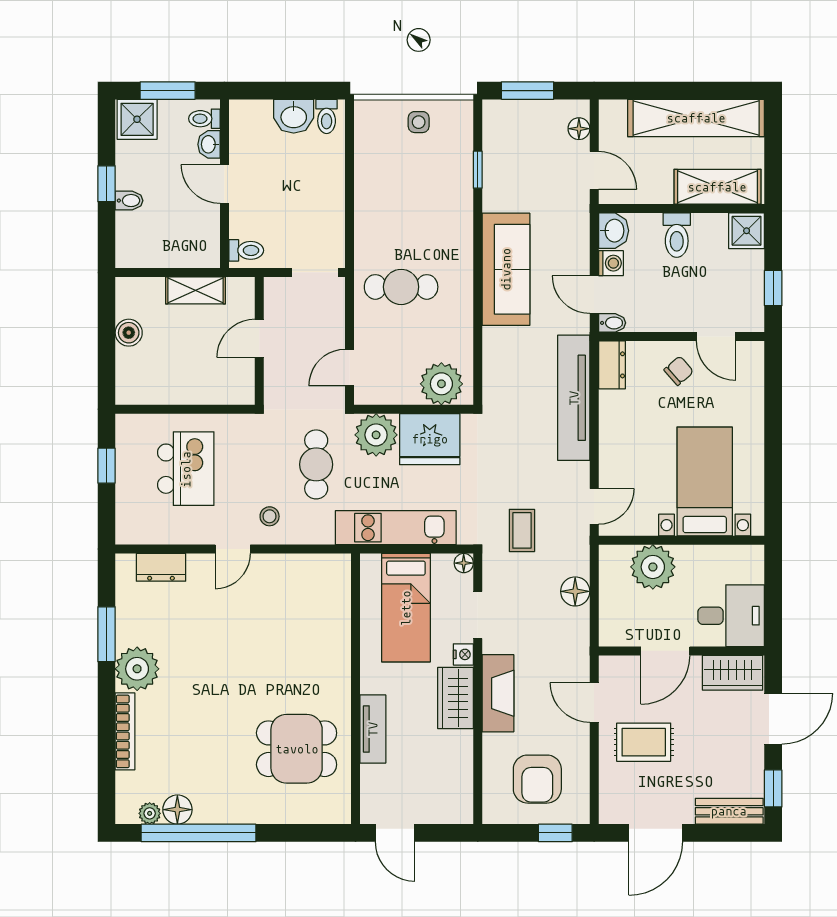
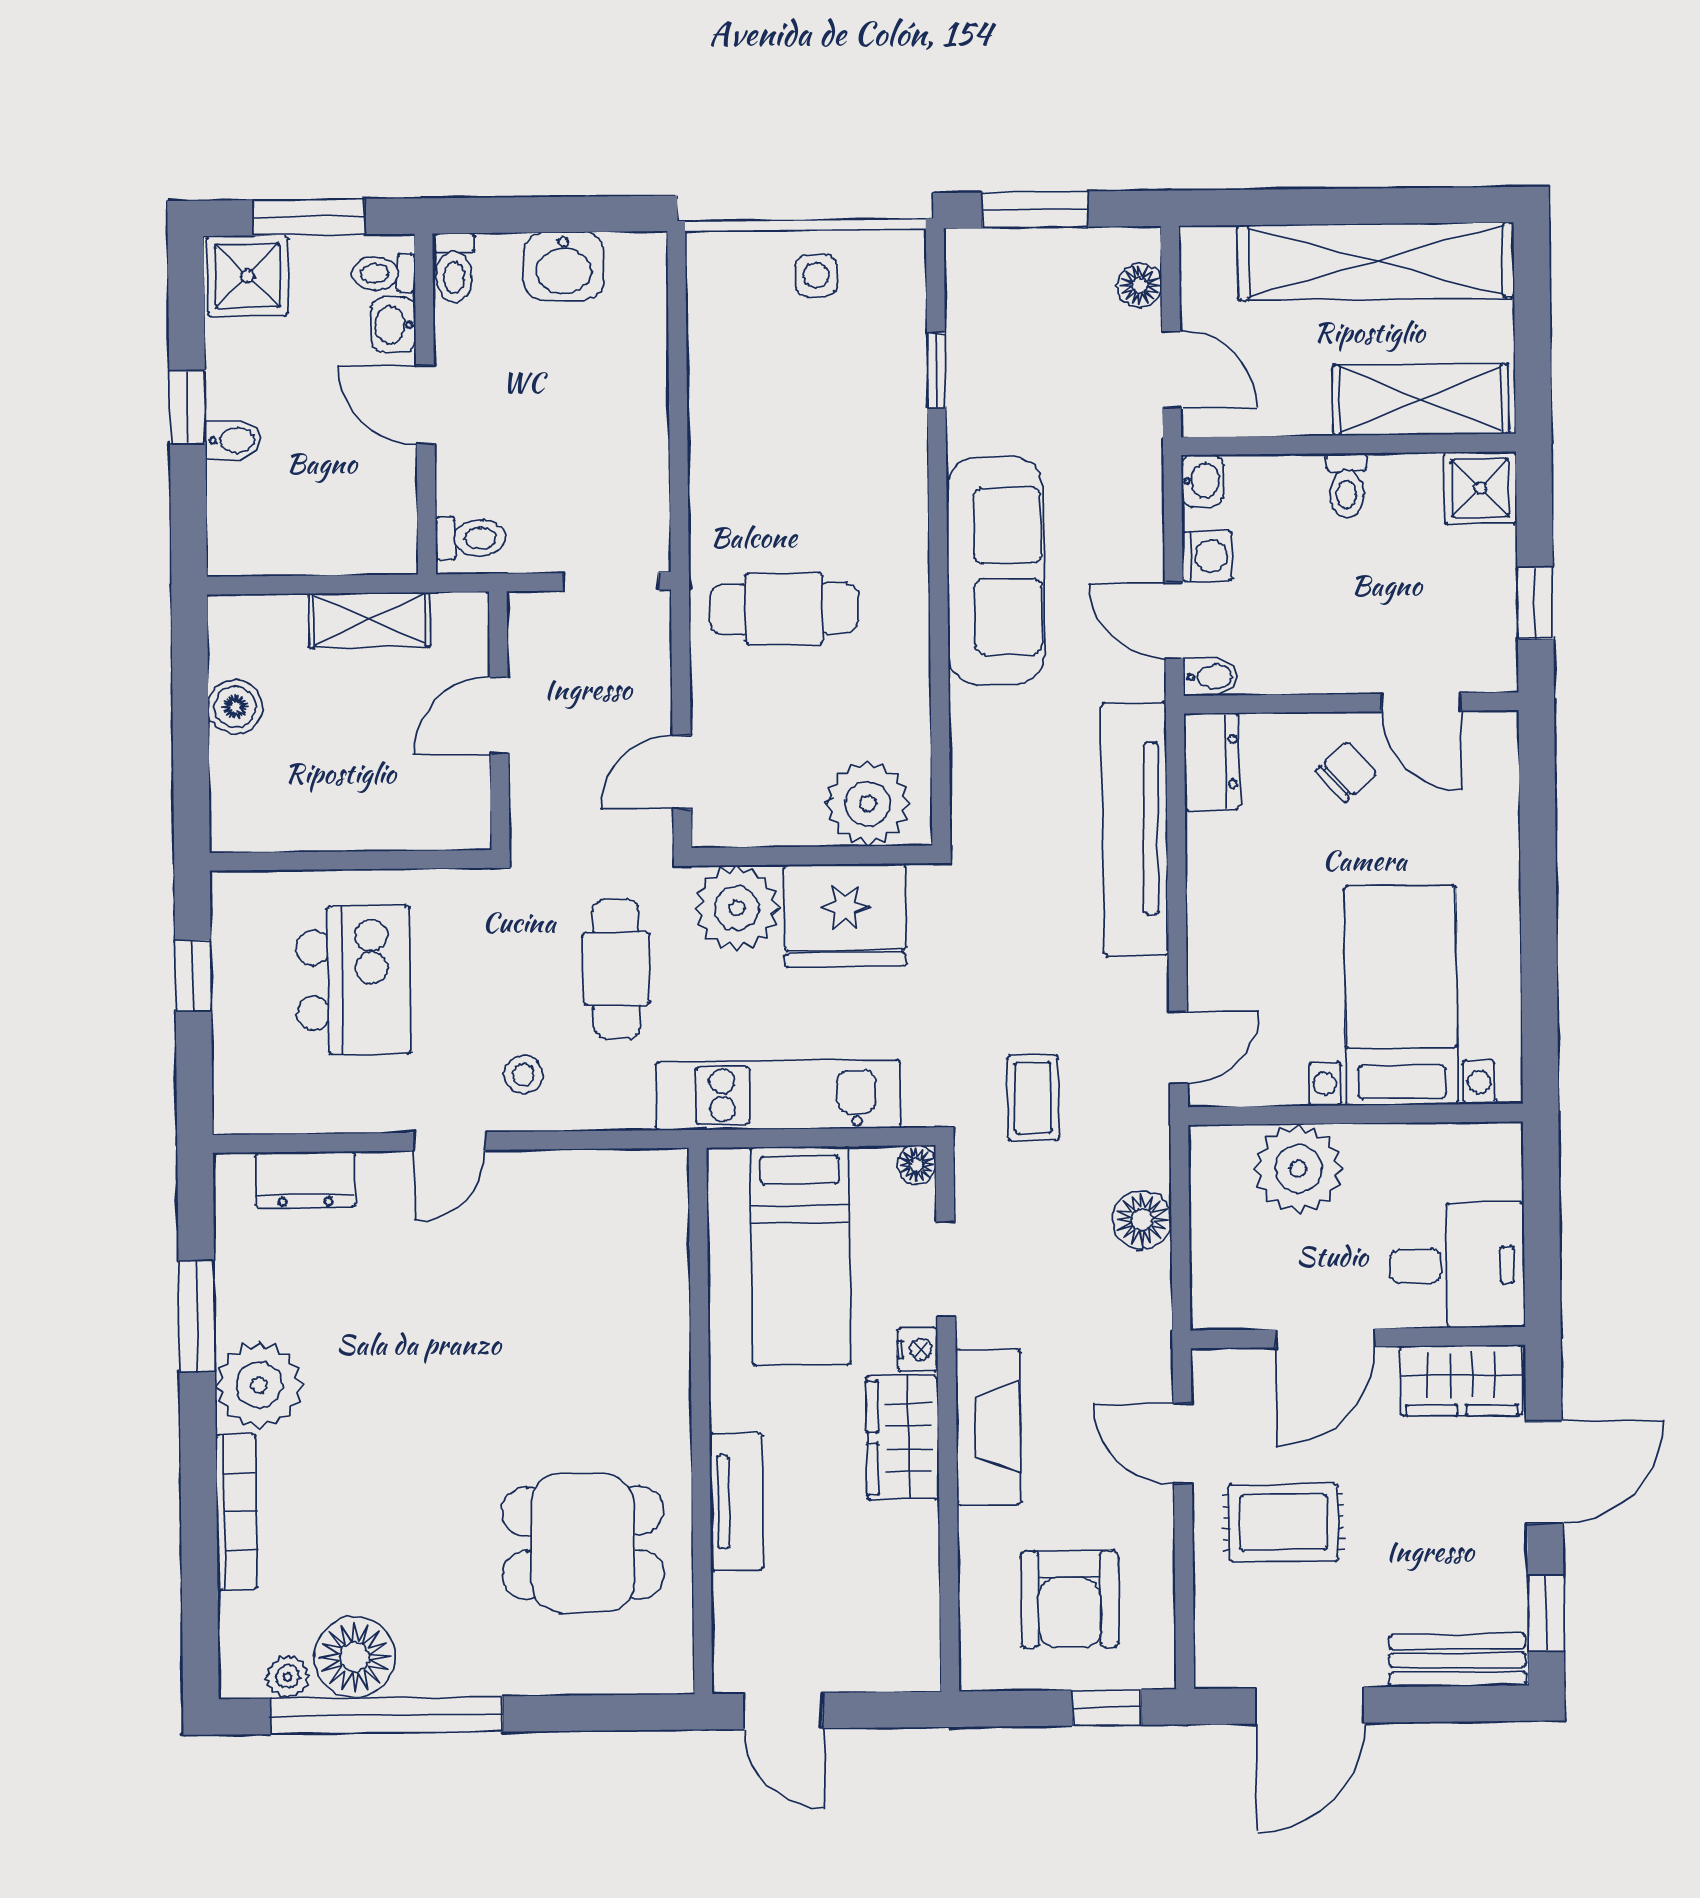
toilet: (327, 116) -> (454, 268), moved
washbasin: (614, 231) -> (1202, 481), width x0.72, depth x0.69
toilet: (677, 235) -> (1347, 486), width x0.73, depth x0.72
floor lamp: (177, 810) -> (355, 1657), width x1.38, depth x1.38

